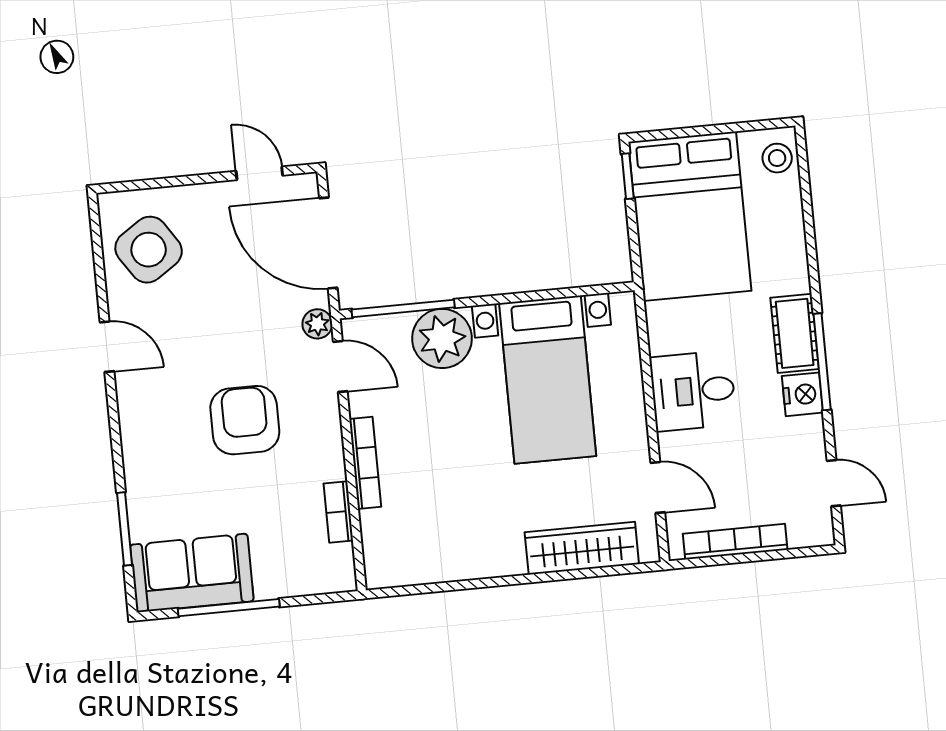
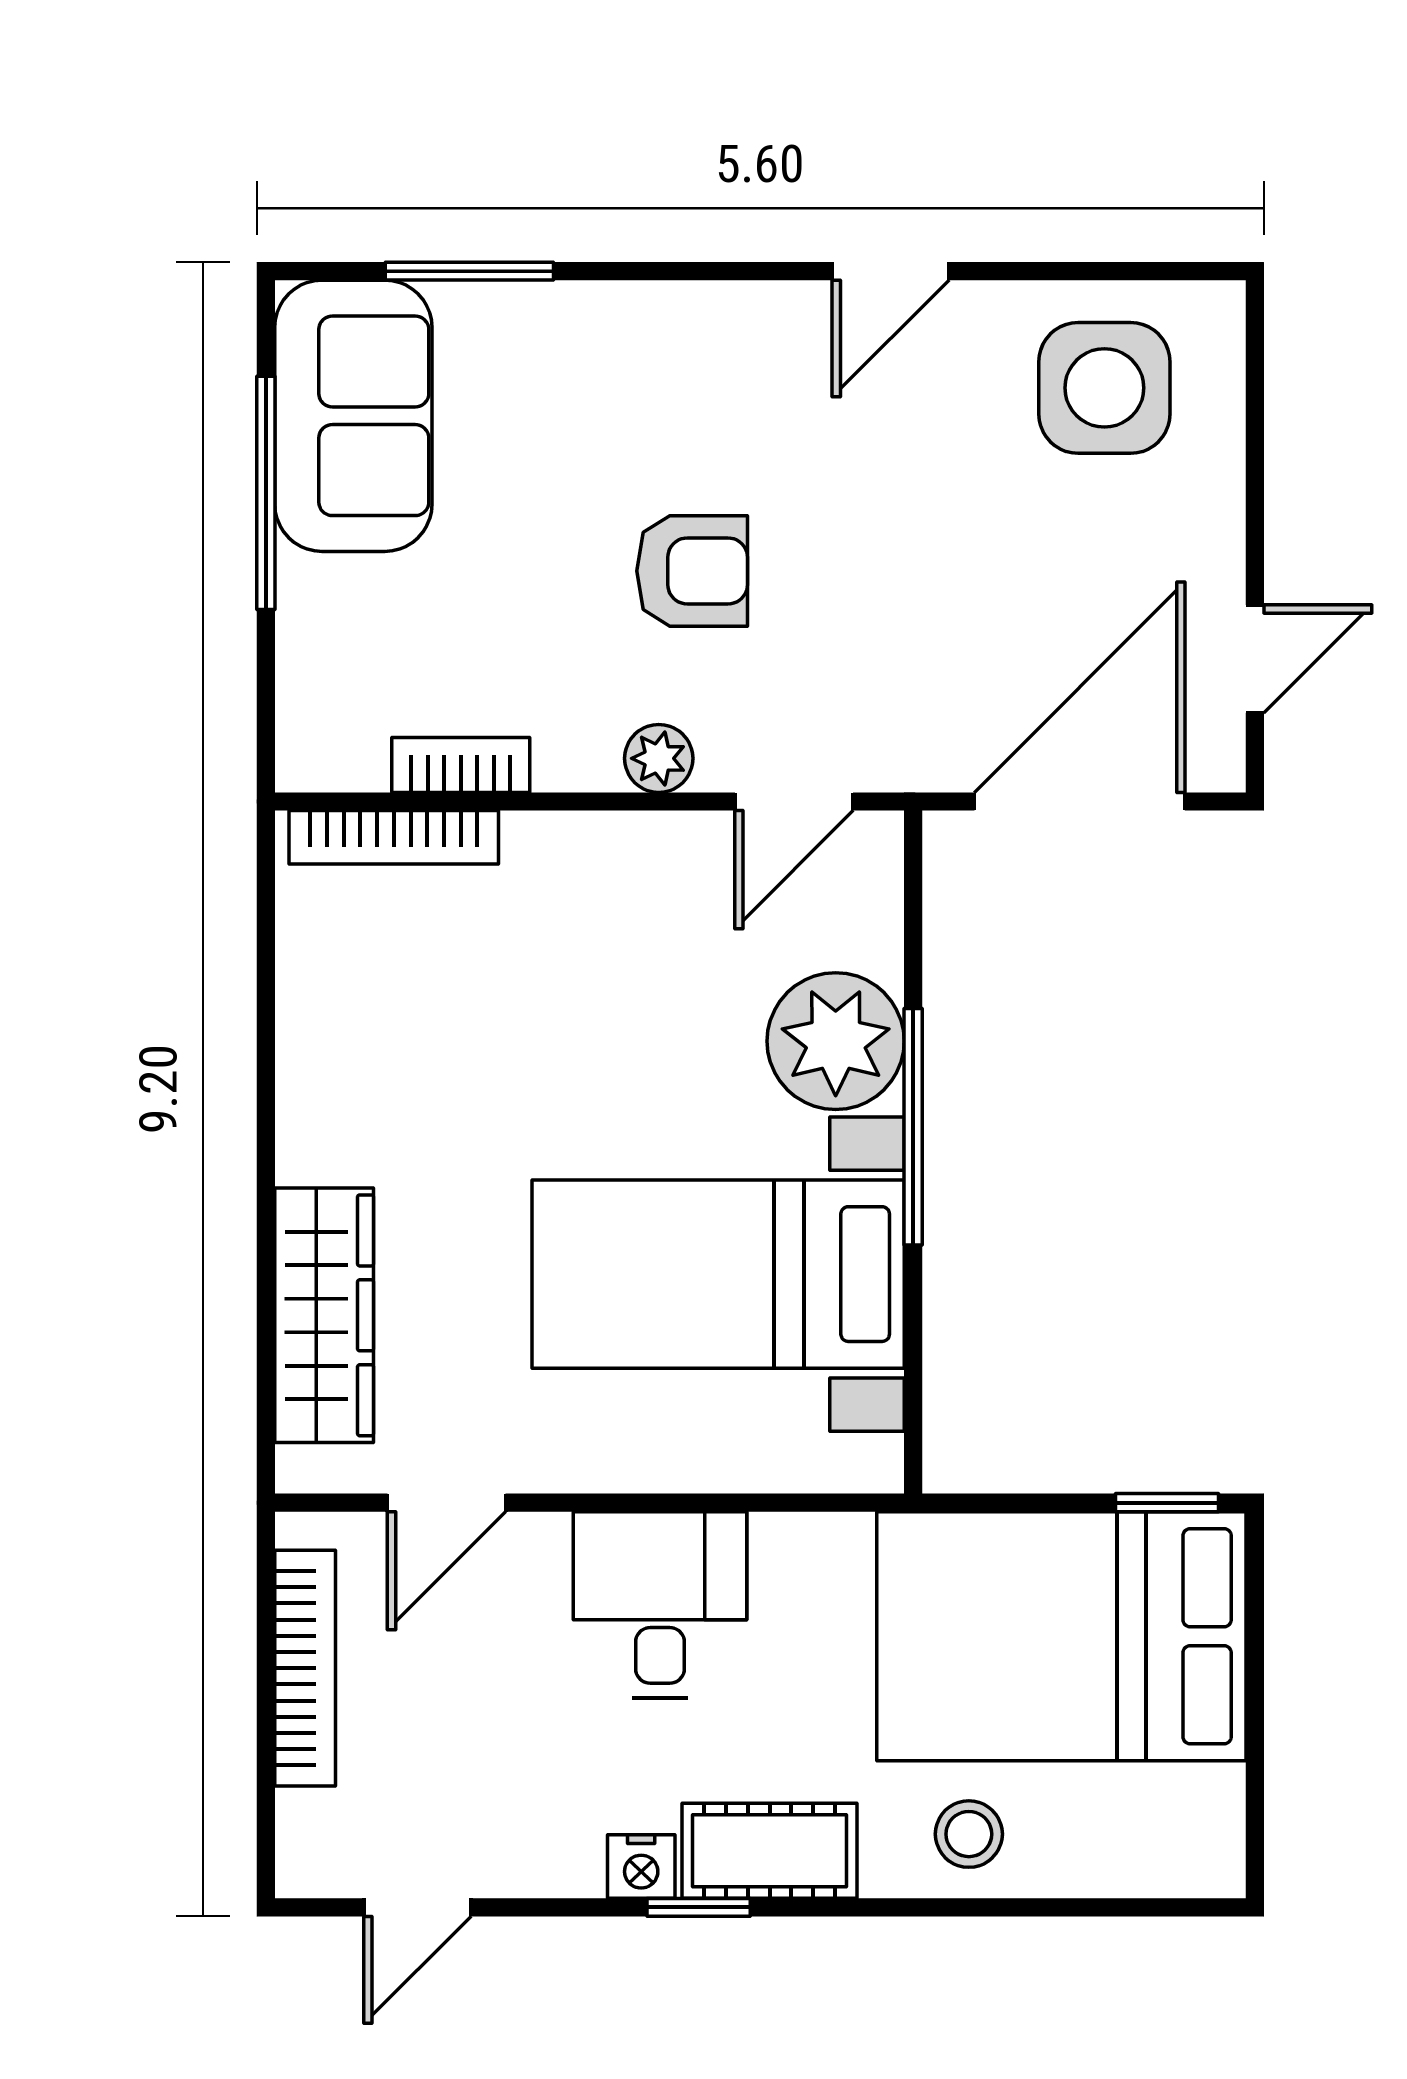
stool: (777, 158) -> (969, 1834), moved
side table: (149, 250) -> (1104, 388), turned 34
window: (403, 308) -> (913, 1127), moved
plant: (317, 324) -> (659, 758), moved
window: (822, 362) -> (699, 1907), width x0.46
nightstand: (803, 394) -> (641, 1867), width x0.72, depth x0.74
armchair: (245, 420) -> (692, 571), width x0.72, depth x0.72
bookcase: (365, 463) -> (394, 837), moved

